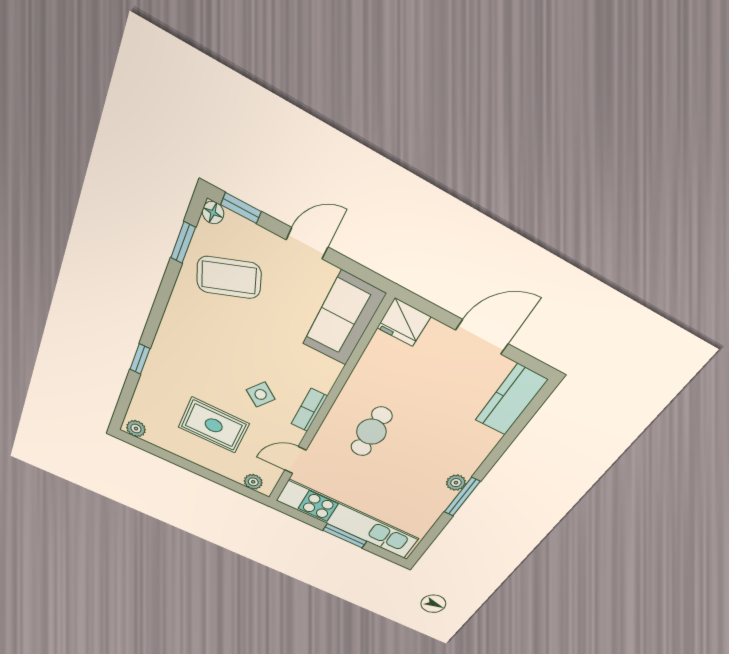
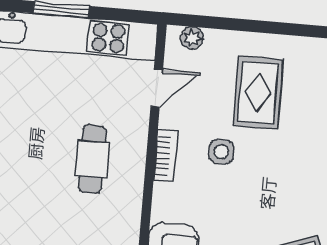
side table: (261, 394) -> (221, 152), turned -37
rug: (214, 425) -> (258, 93), turned 90

